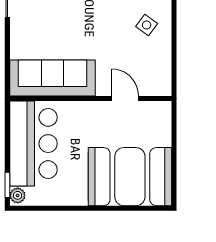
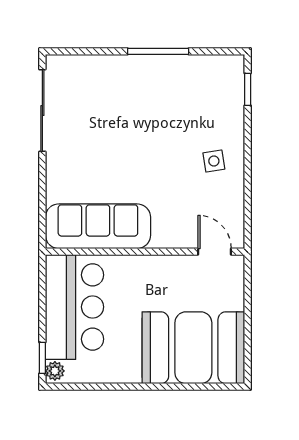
side table: (147, 25) -> (214, 161), turned 45
door: (125, 99) -> (215, 252), moved

